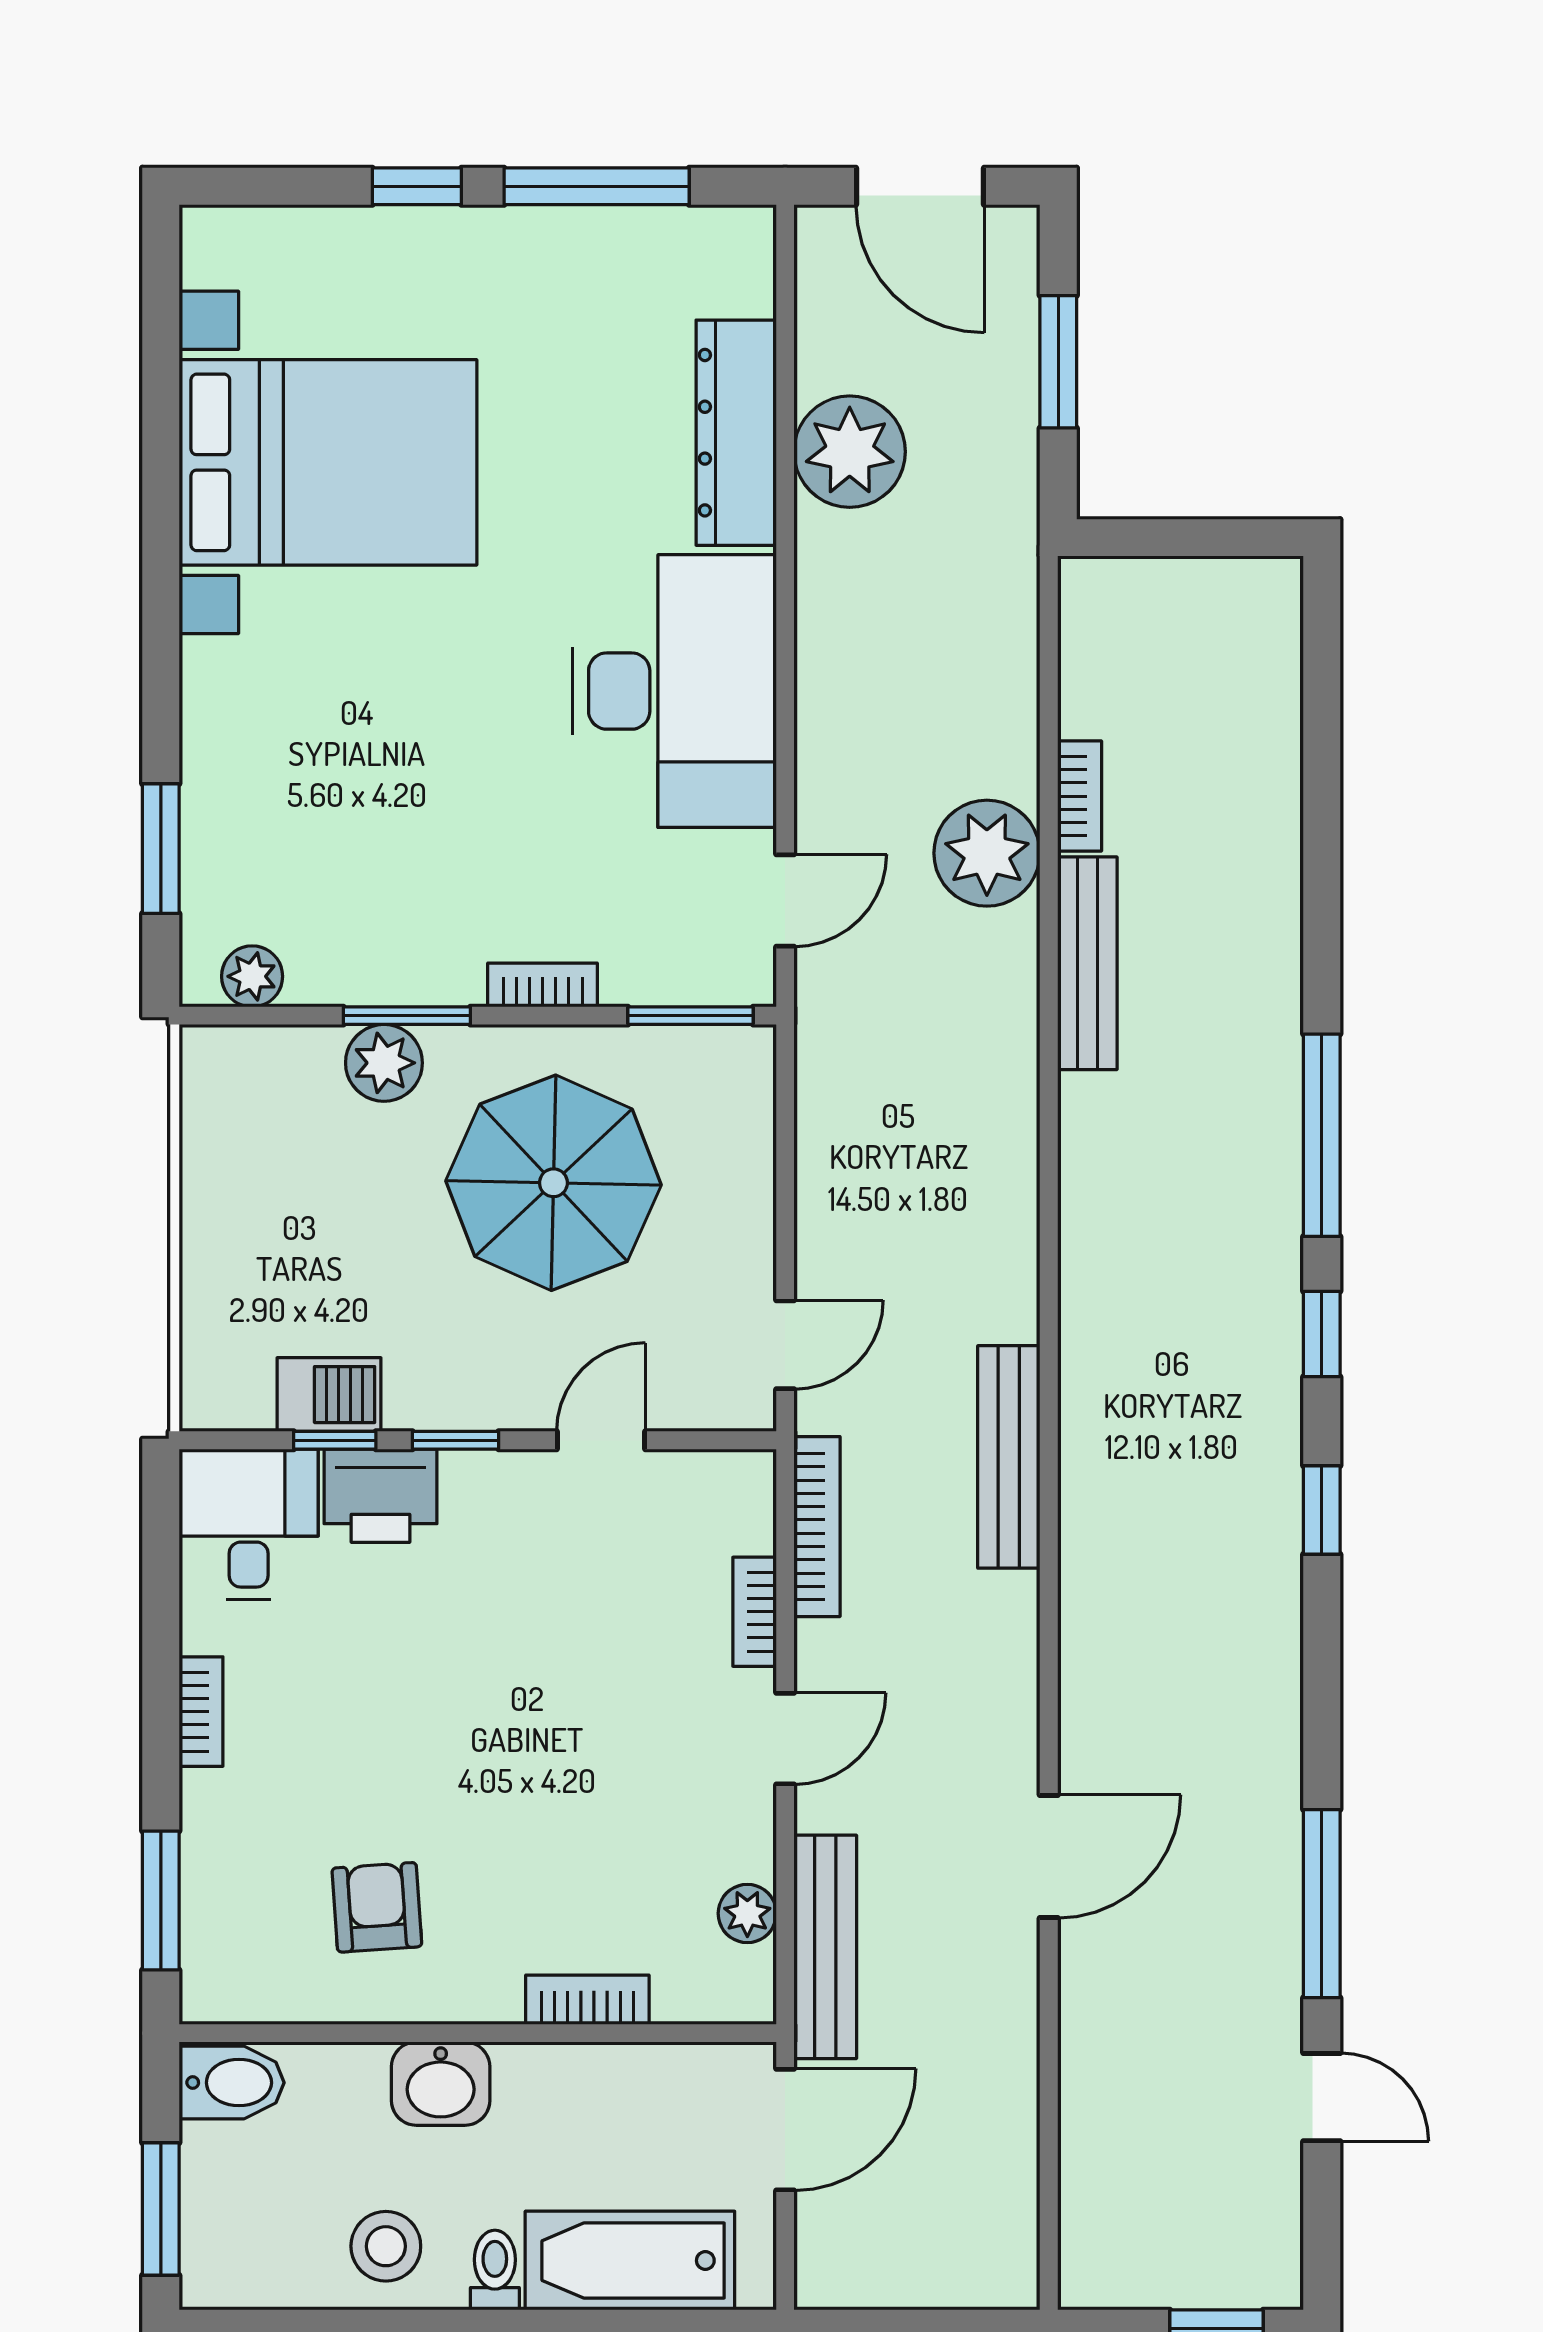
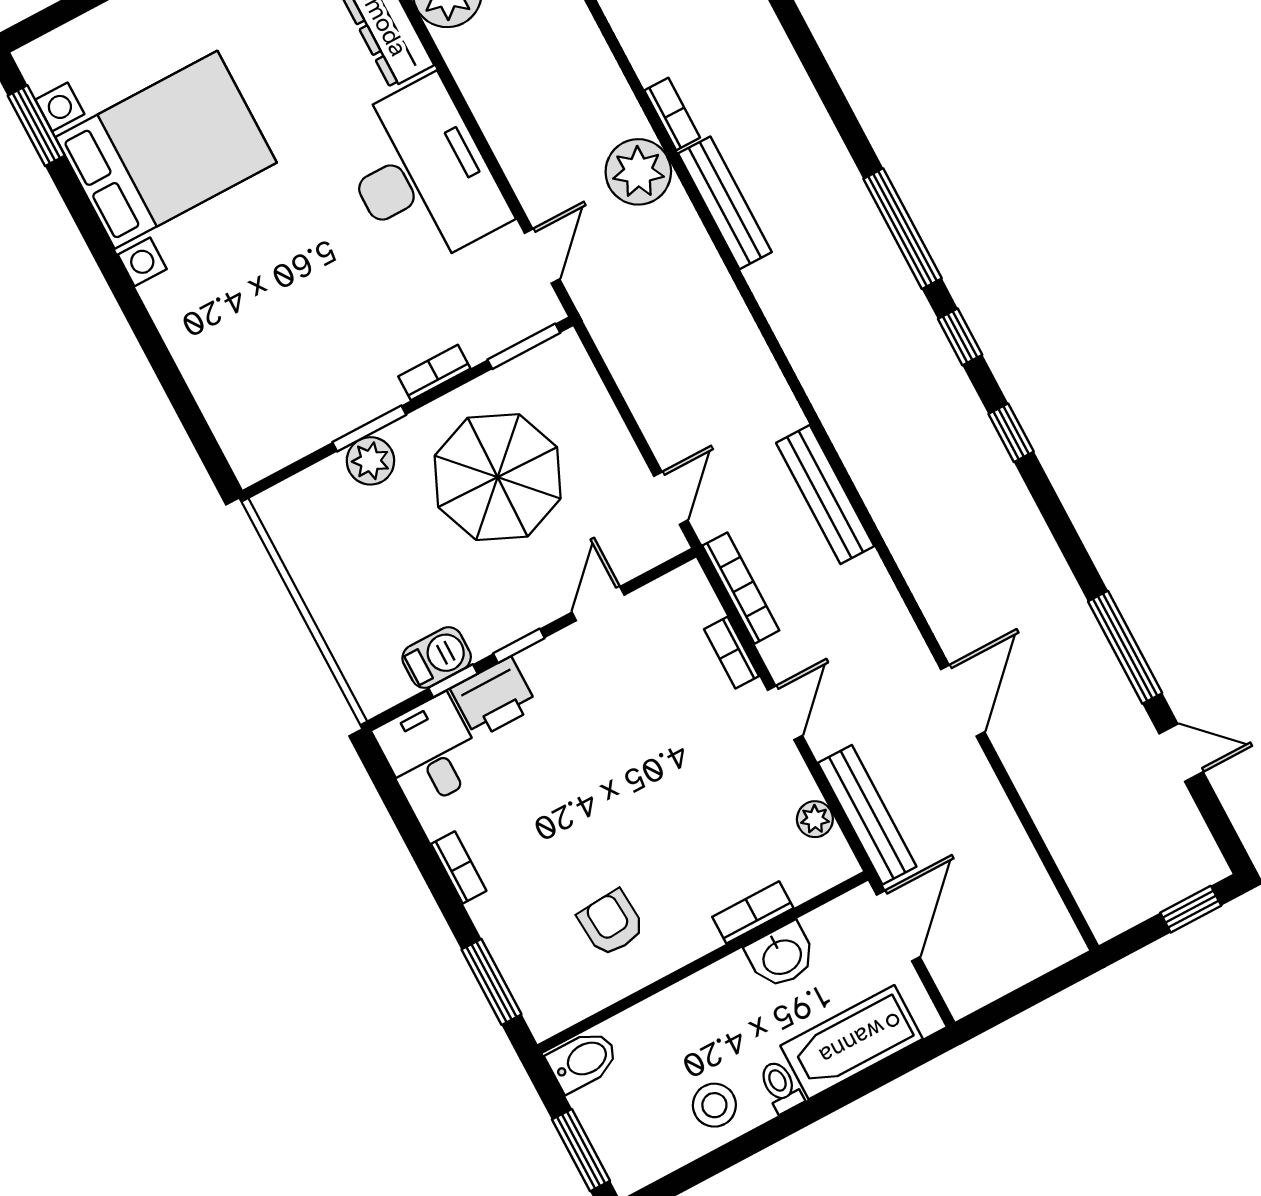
window: (161, 849) -> (36, 126), moved
plant: (252, 976) -> (274, 452), removed
washbasin: (441, 2084) -> (781, 956), moved

